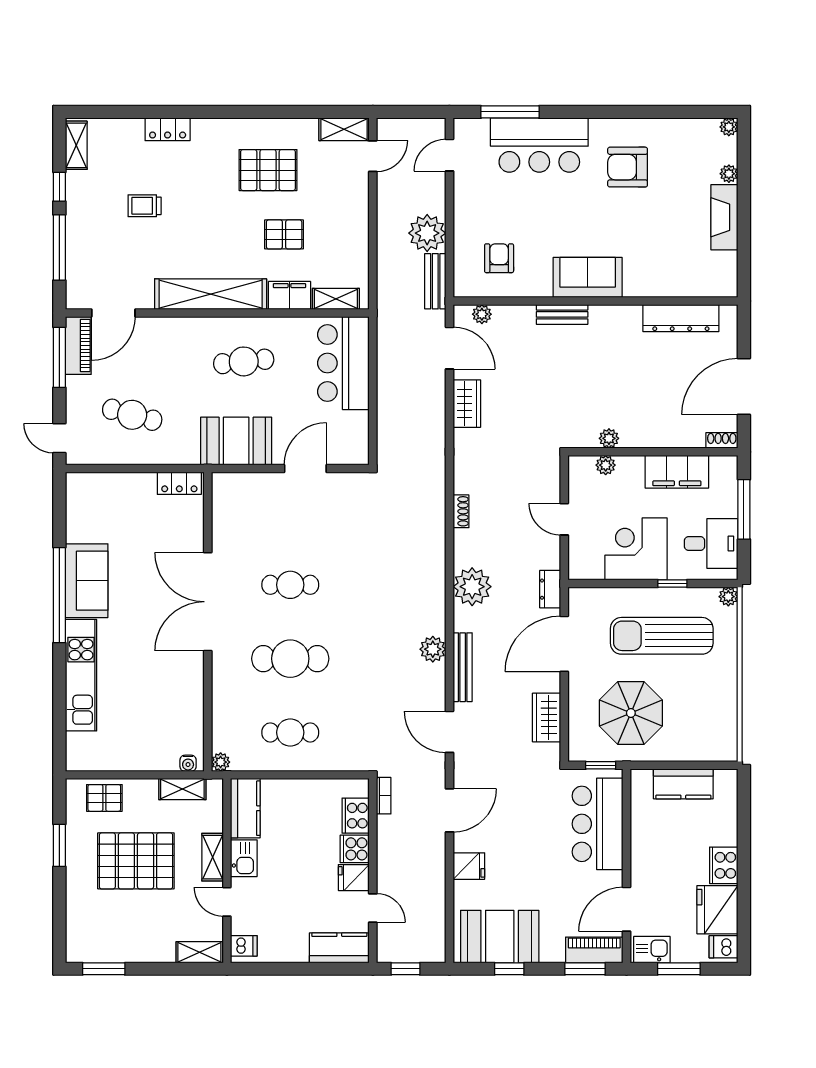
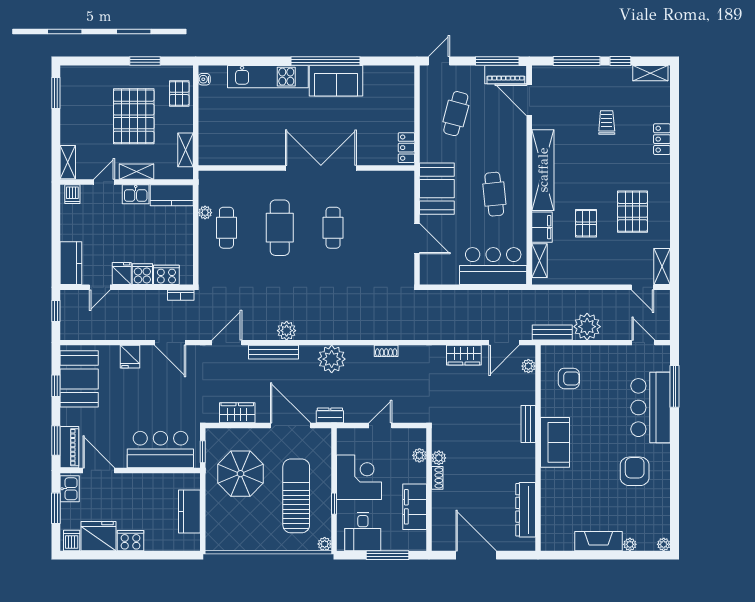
shoe rack: (722, 440) -> (437, 478), moved
plant: (221, 762) -> (205, 213), moved
water cooler: (188, 763) -> (204, 79), moved

